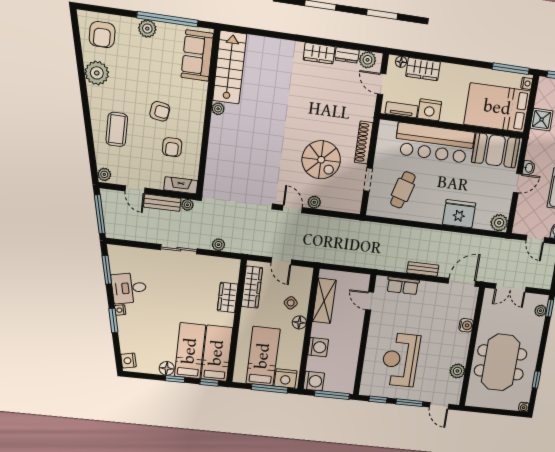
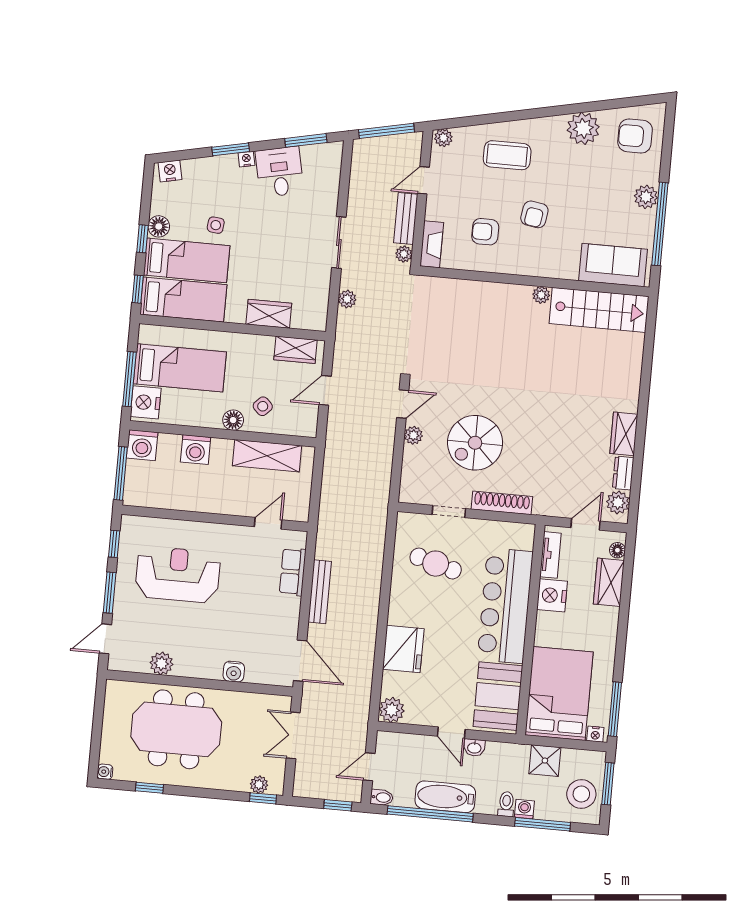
bench: (423, 269) -> (320, 592), width x1.36
wardrobe: (252, 287) -> (296, 350), width x0.67
side table: (166, 331) -> (216, 225), added

